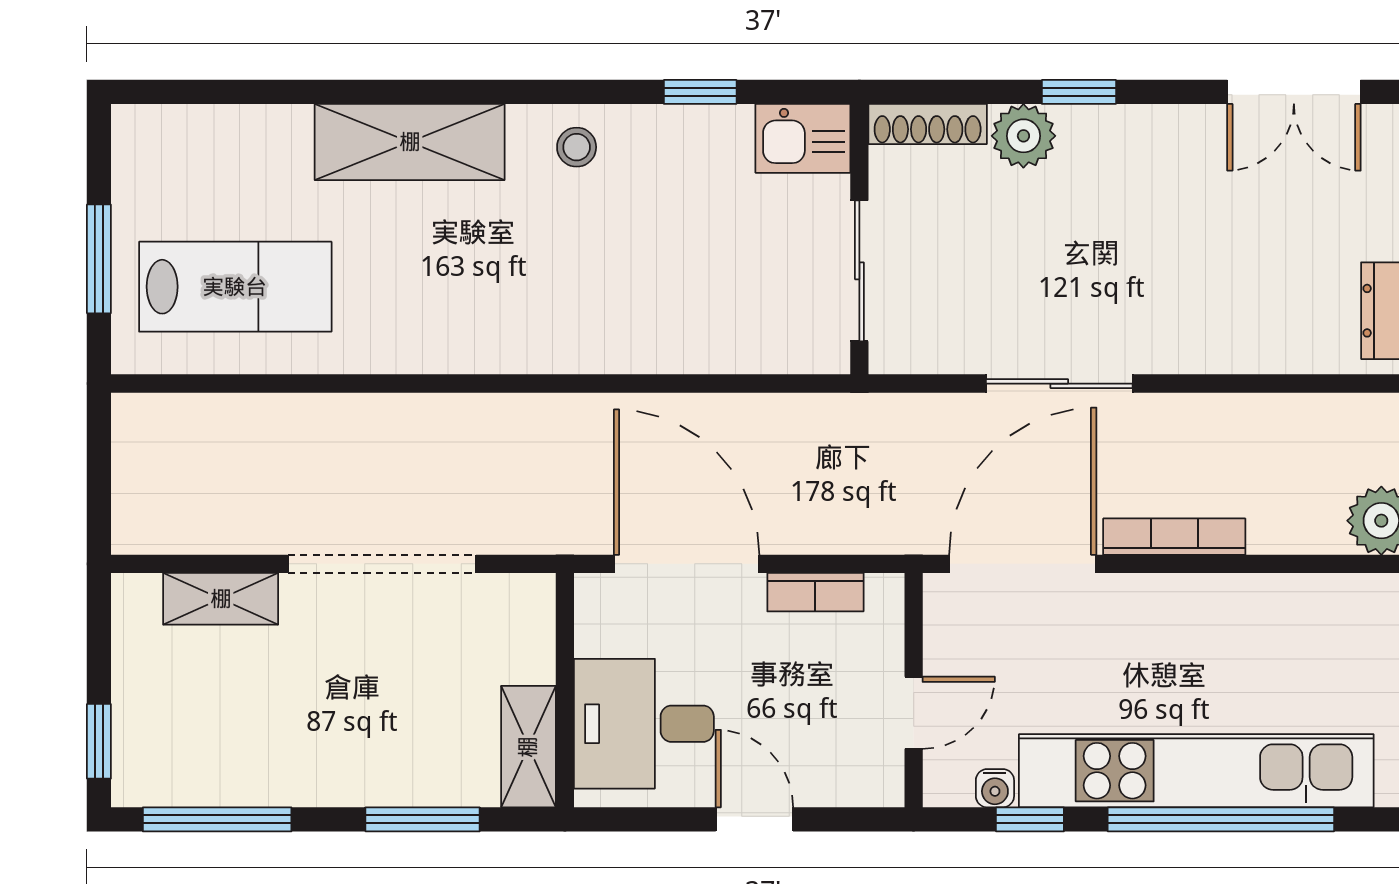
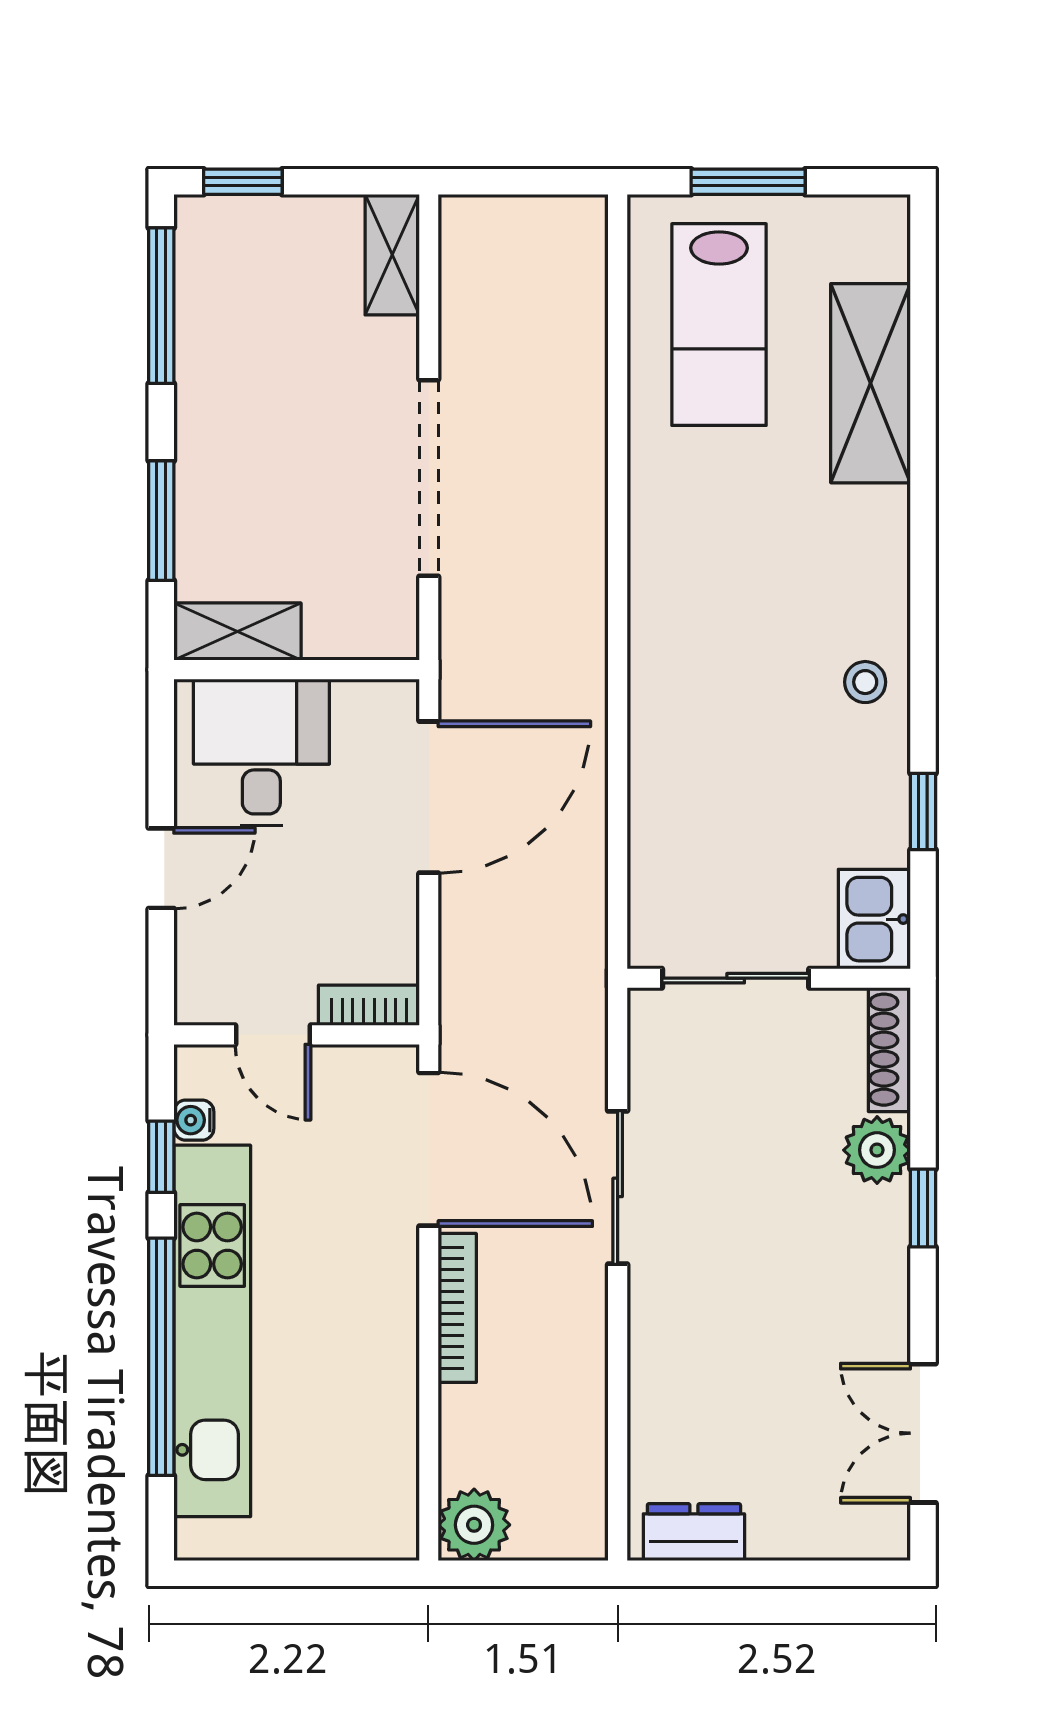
shelving: (410, 142) -> (871, 383), moved
bookcase: (815, 592) -> (369, 1005), moved, turned 90
shelving: (221, 599) -> (392, 255), moved

